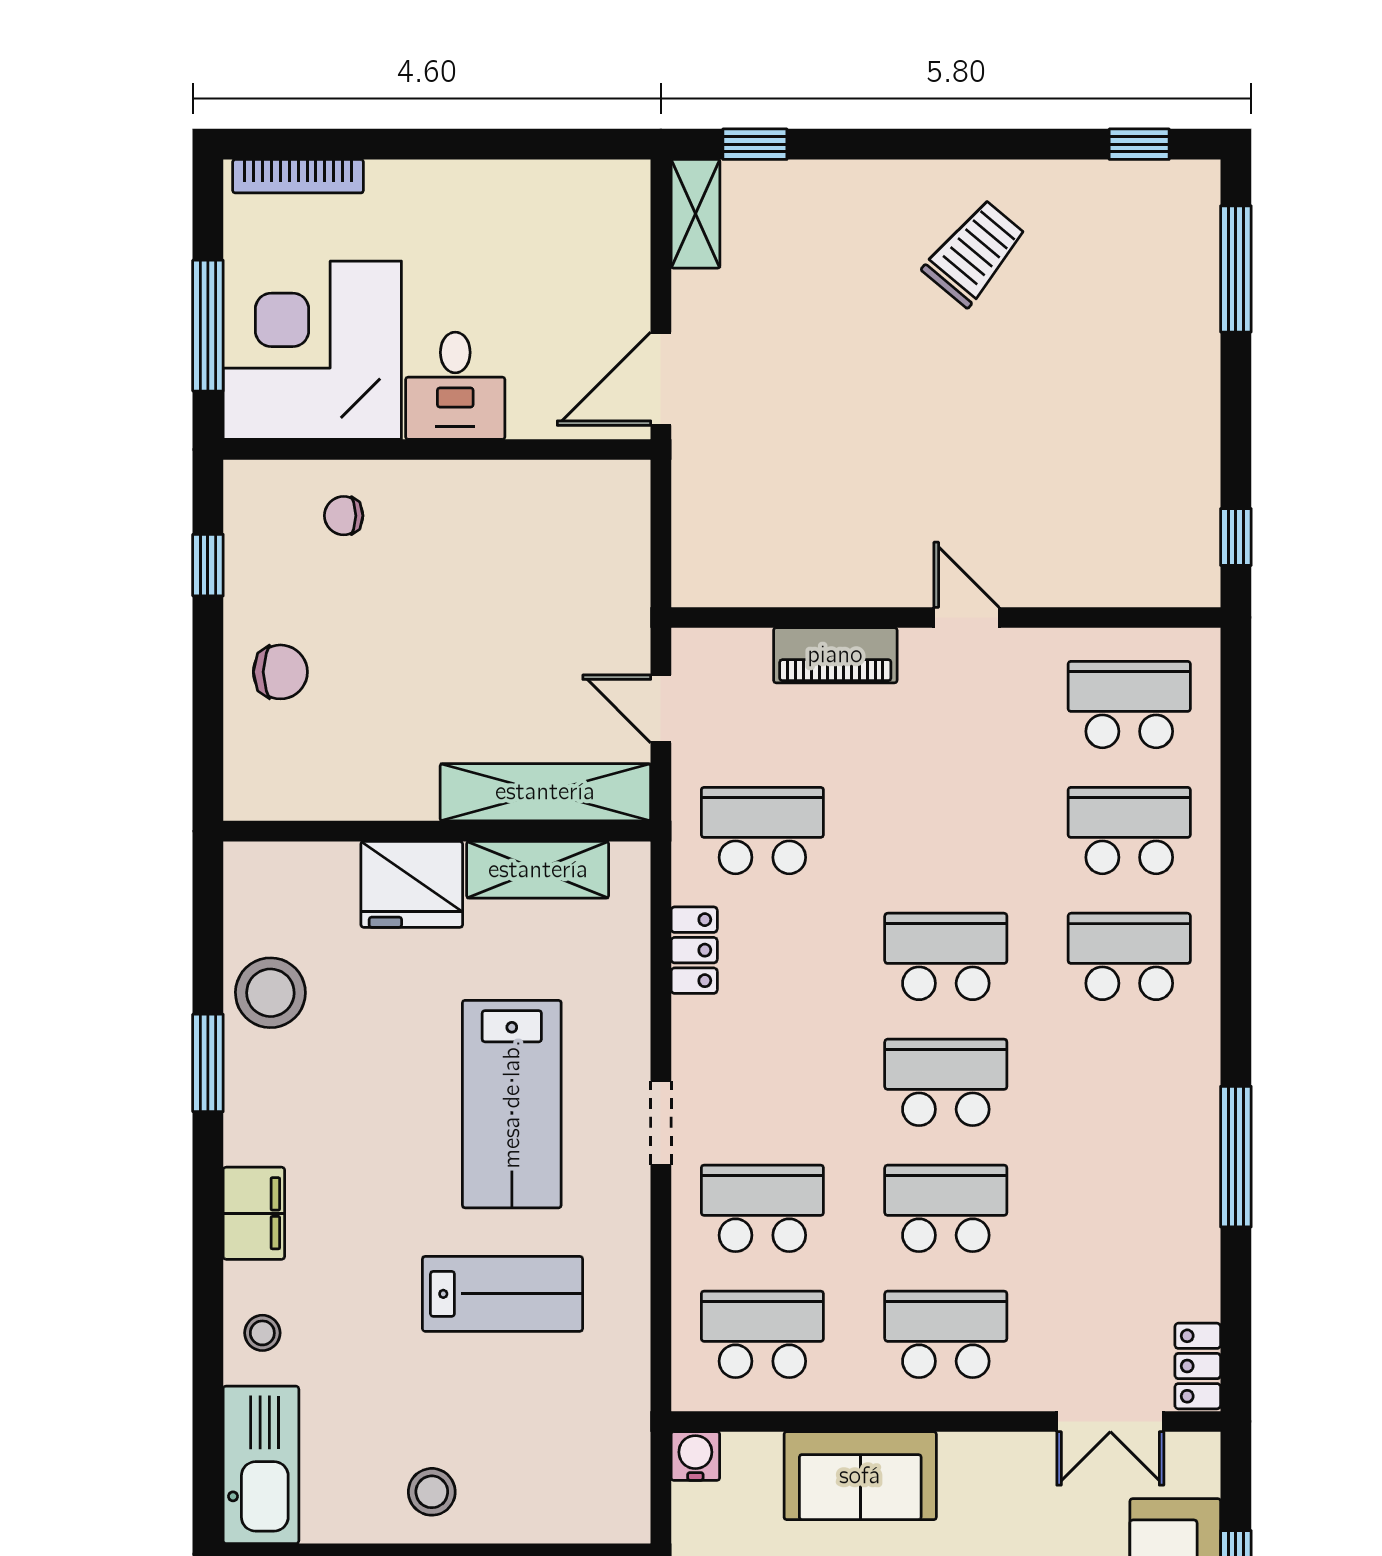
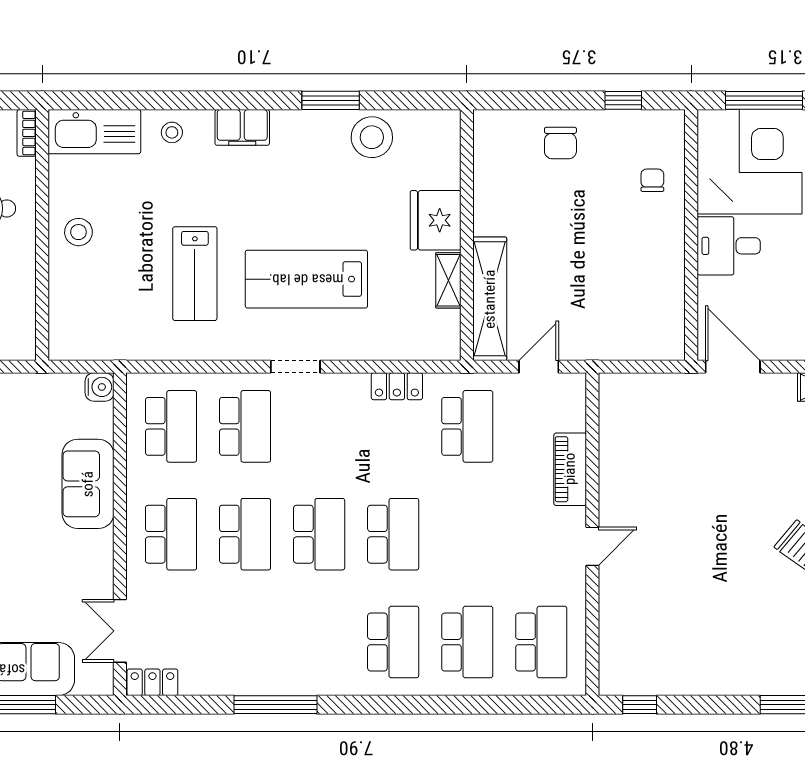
shelving: (538, 870) -> (448, 280), width x0.67, depth x0.75

